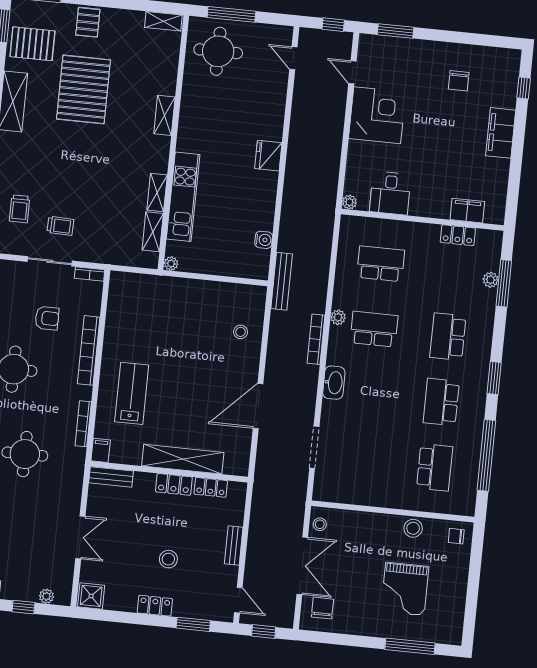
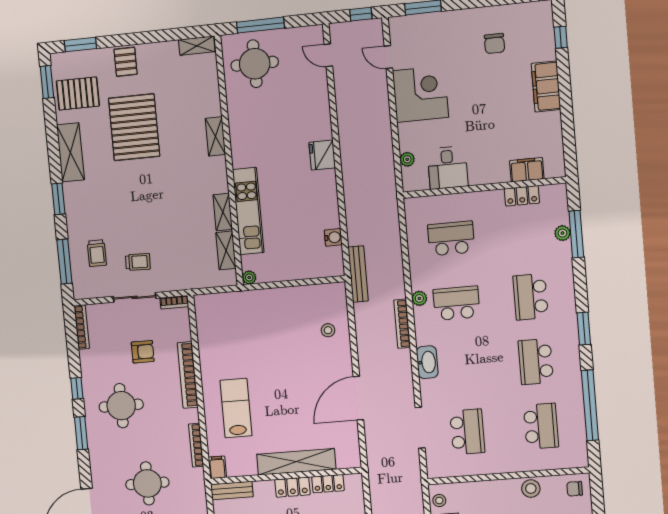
plant: (349, 202) -> (407, 159), moved
school desk: (361, 460) -> (467, 432), added

